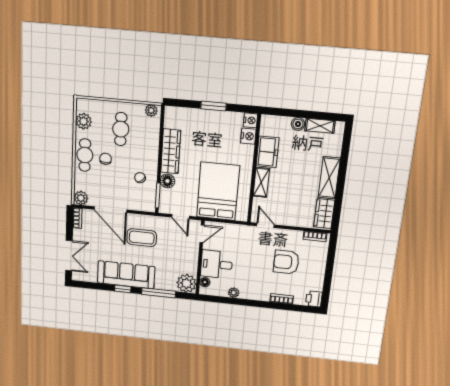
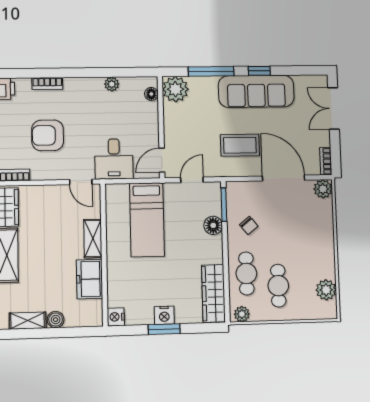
nightstand: (248, 136) -> (164, 315), moved, turned -90
wardrobe: (171, 151) -> (213, 293), moved
cafe table: (85, 155) -> (246, 273), moved
chair: (106, 159) -> (295, 245), removed
bed: (218, 191) -> (147, 220), width x0.67
door: (181, 217) -> (192, 180), hinge flipped
armchair: (286, 262) -> (48, 135), turned 180
desk: (217, 264) -> (114, 159), moved, turned 90

